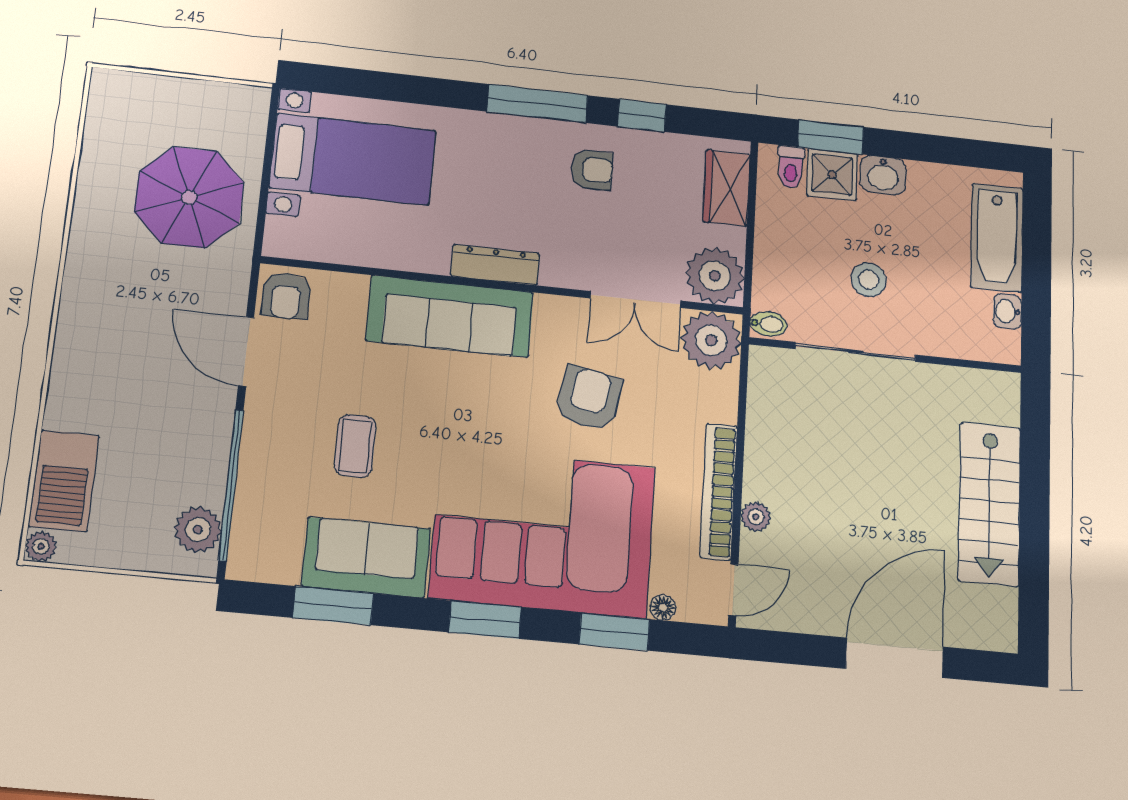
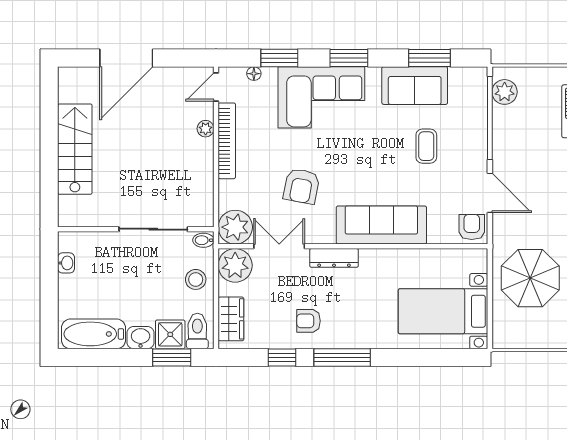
toilet: (791, 167) -> (197, 331), width x1.37, depth x1.39
bathtub: (997, 238) -> (93, 334), moved, turned -90
dresser: (495, 265) -> (334, 258), moved
stool: (869, 280) -> (196, 279), moved
corner sofa: (543, 532) -> (321, 97), width x0.73, depth x0.74

